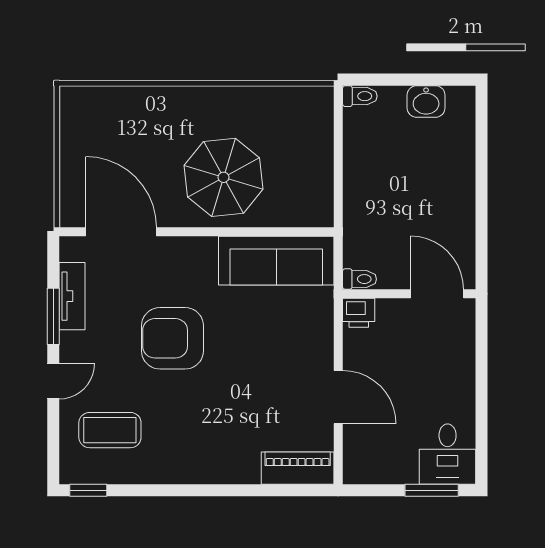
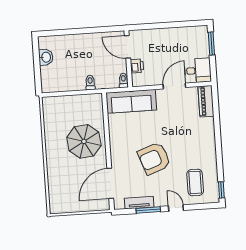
toilet: (360, 96) -> (90, 83), moved
sofa: (276, 261) -> (131, 101), moved, turned 90
door: (437, 294) -> (127, 47), hinge flipped
printer: (359, 313) -> (137, 66), moved
armchair: (172, 338) -> (154, 158), turned 70
desk: (448, 454) -> (198, 71), moved

